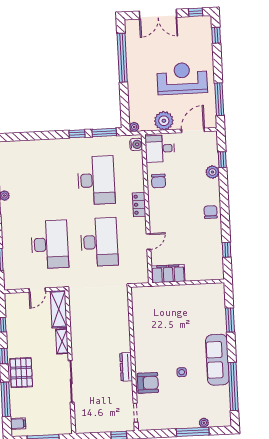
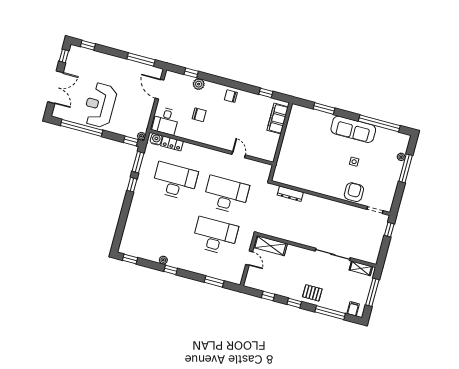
reception desk: (182, 78) -> (100, 105), moved
window: (125, 117) -> (131, 141), added
plant: (164, 121) -> (144, 110), removed
chair: (159, 181) -> (199, 115), moved
locker: (139, 205) -> (172, 143), moved
filing cabinet: (168, 274) -> (278, 119), moved
shelving: (62, 341) -> (361, 268), moved
dresser: (126, 367) -> (290, 194), moved
pallet: (21, 373) -> (312, 293), width x0.67, depth x0.71

